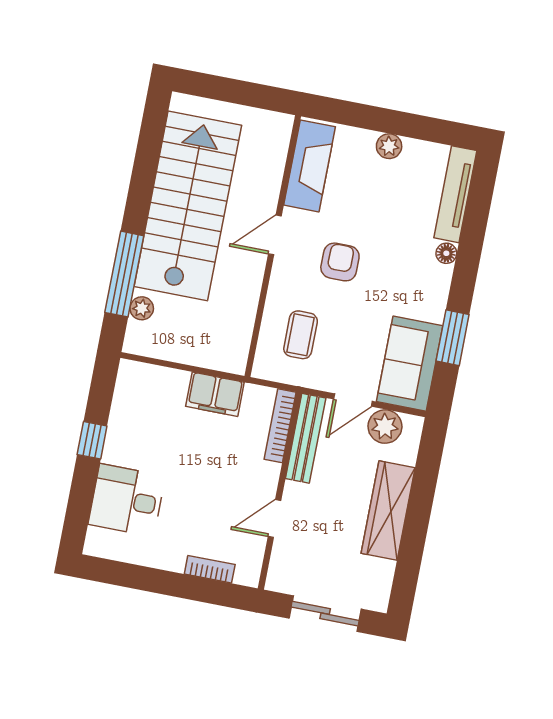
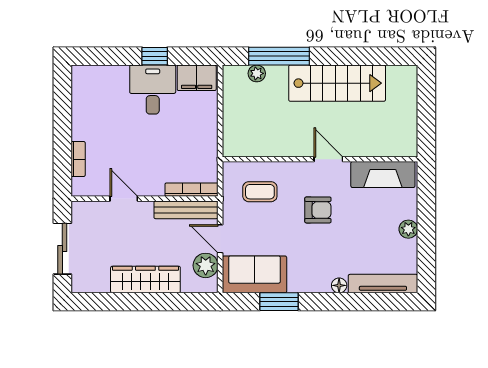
stairs: (188, 206) -> (337, 83), width x0.73, depth x0.66
filing cabinet: (215, 394) -> (197, 78), moved, turned -90
desk: (127, 500) -> (153, 90), moved

